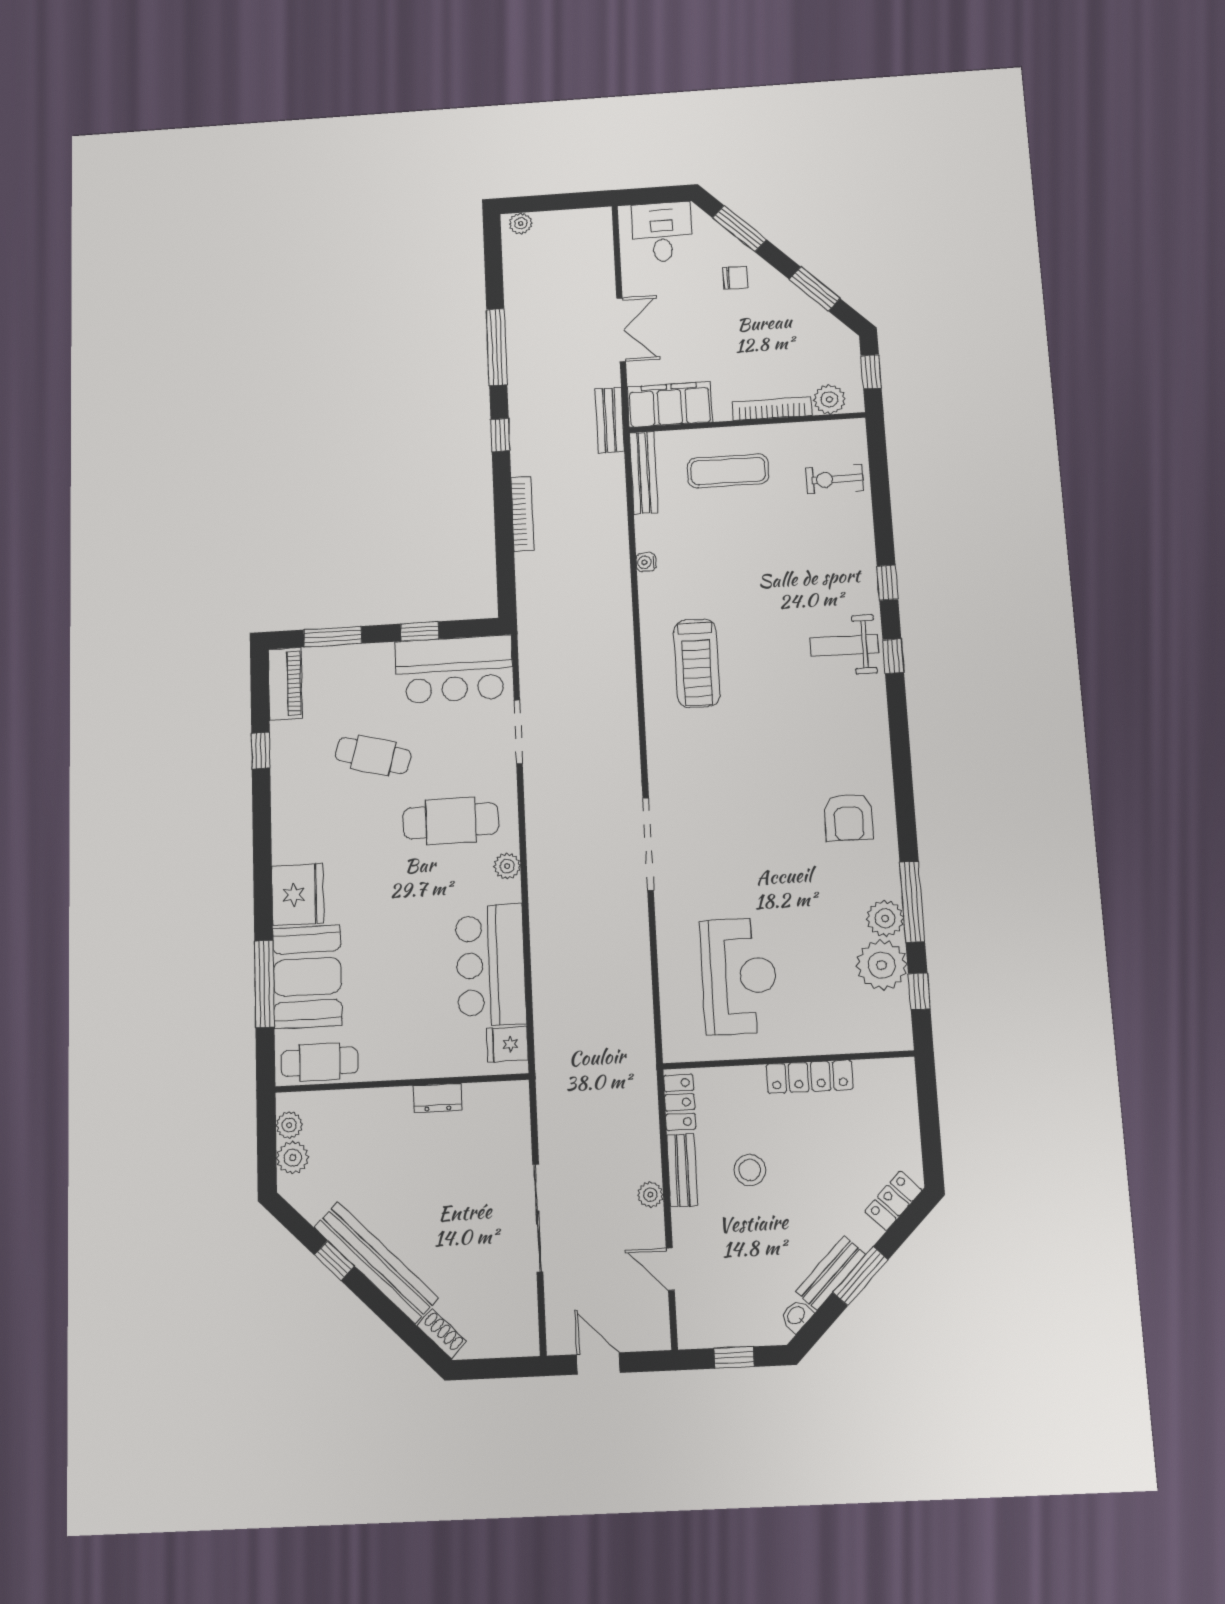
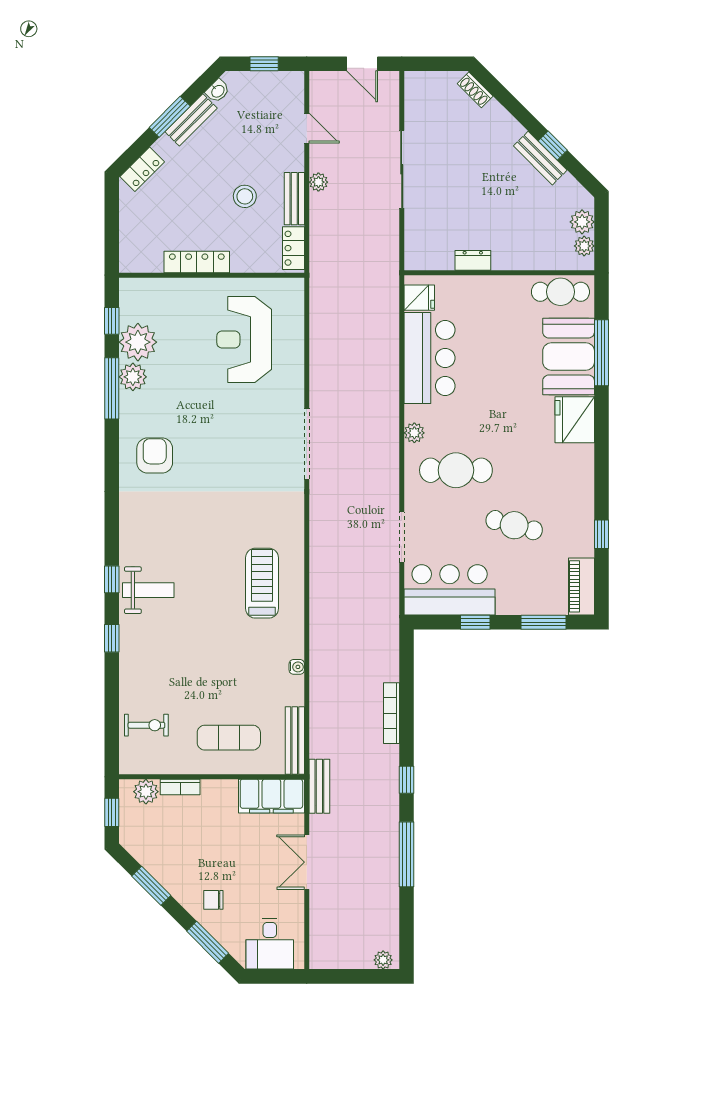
bookcase: (772, 409) -> (180, 787), width x0.64
bench: (376, 1262) -> (540, 158), width x0.54, depth x0.82

